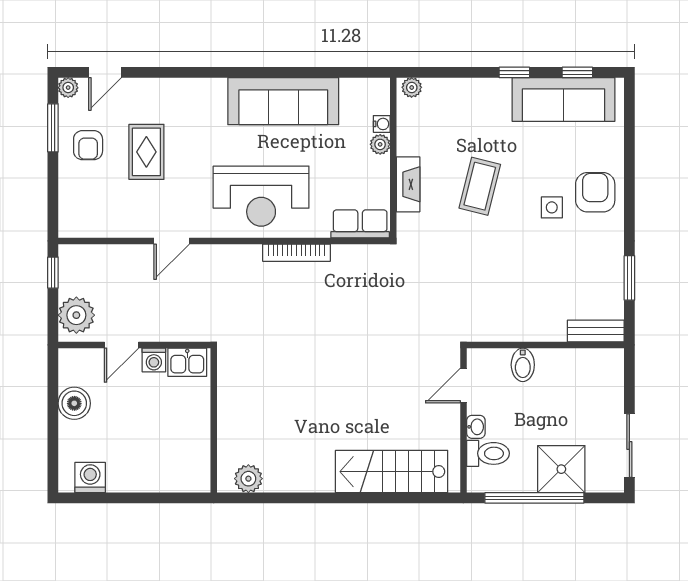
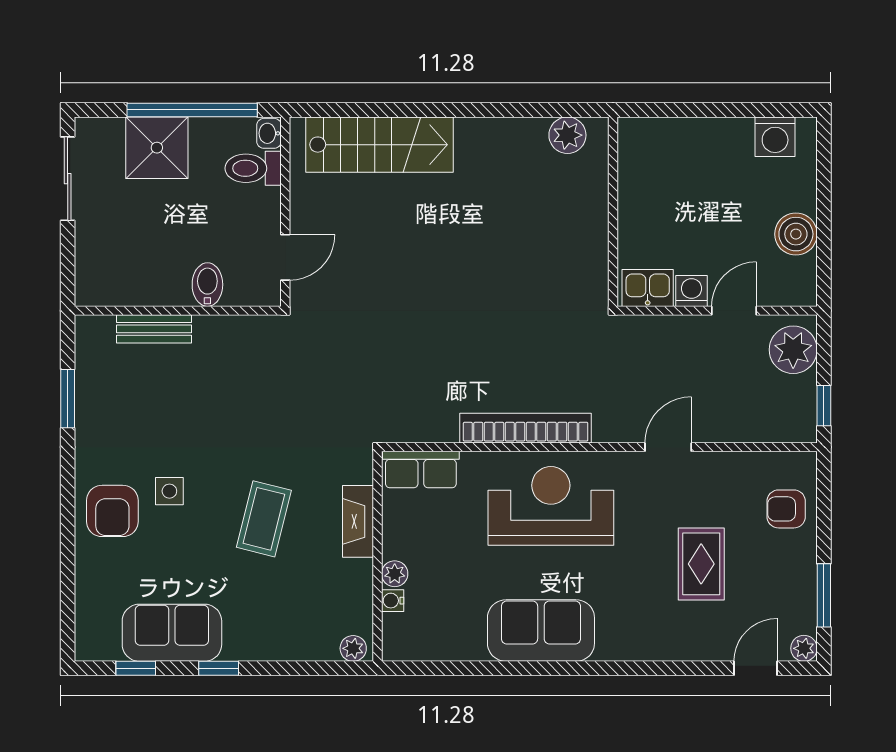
sofa: (564, 99) -> (172, 633), width x0.73
sofa: (283, 101) -> (541, 631), width x0.73
armchair: (88, 145) -> (786, 509), moved, turned -90
bookcase: (297, 253) -> (526, 428), width x1.48, depth x1.31
bench: (596, 331) -> (154, 329), moved
washbasin: (476, 427) -> (269, 133), moved

